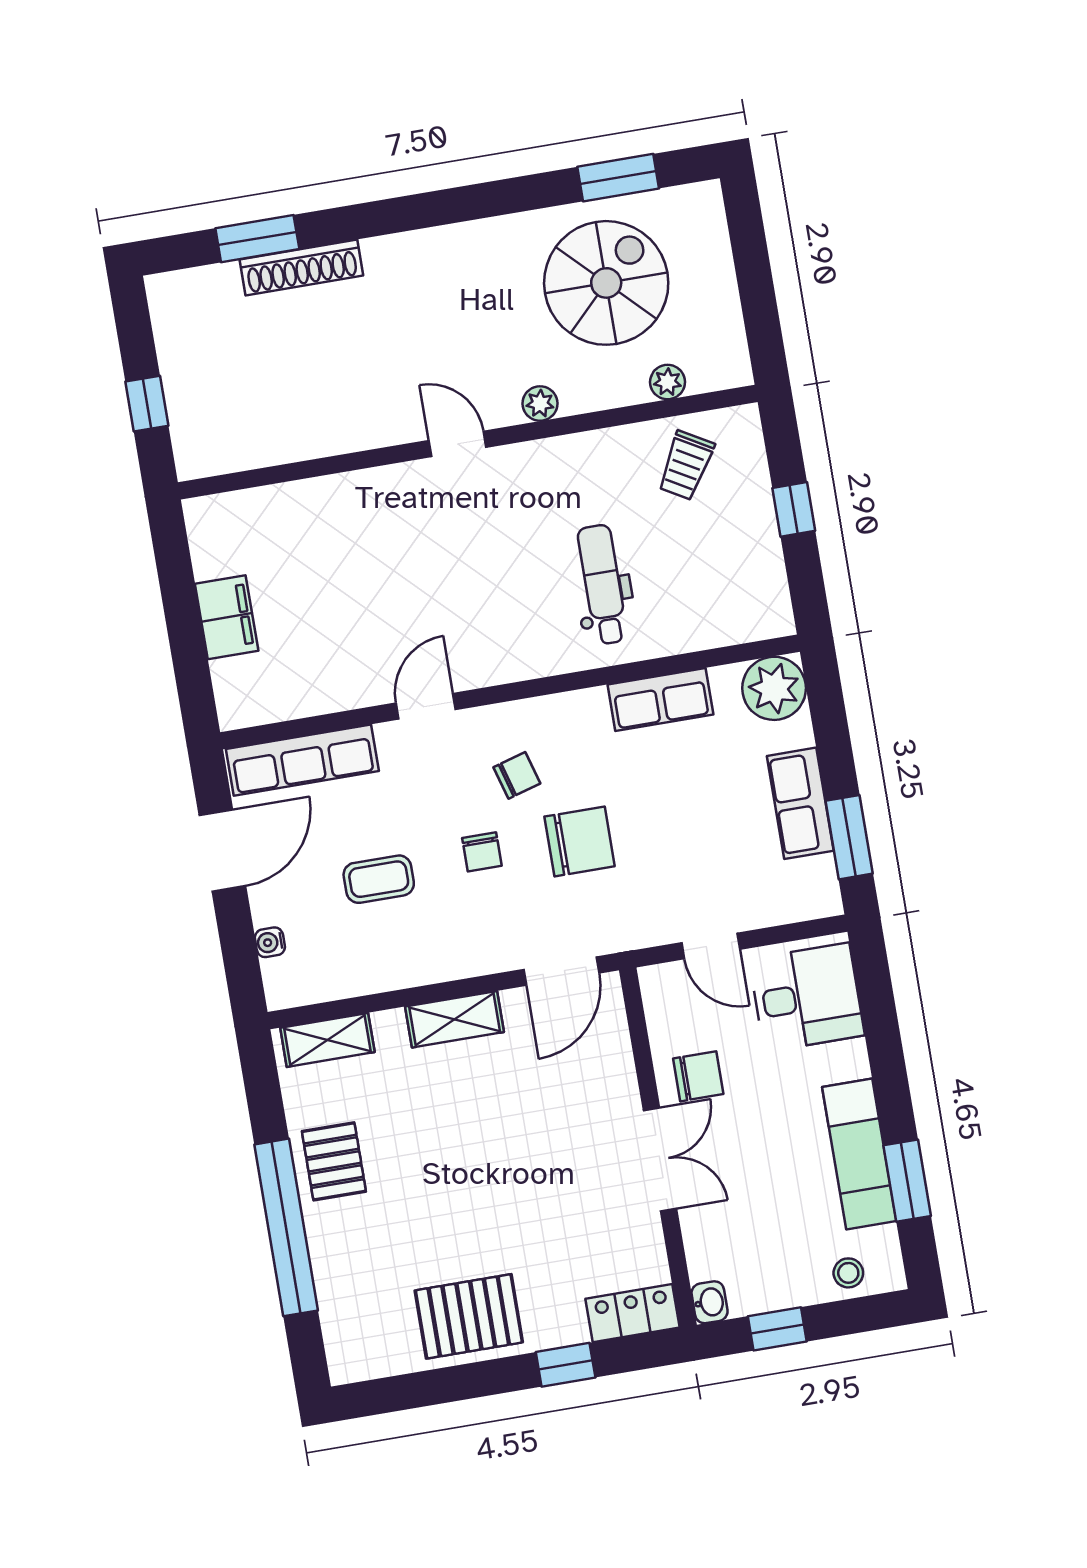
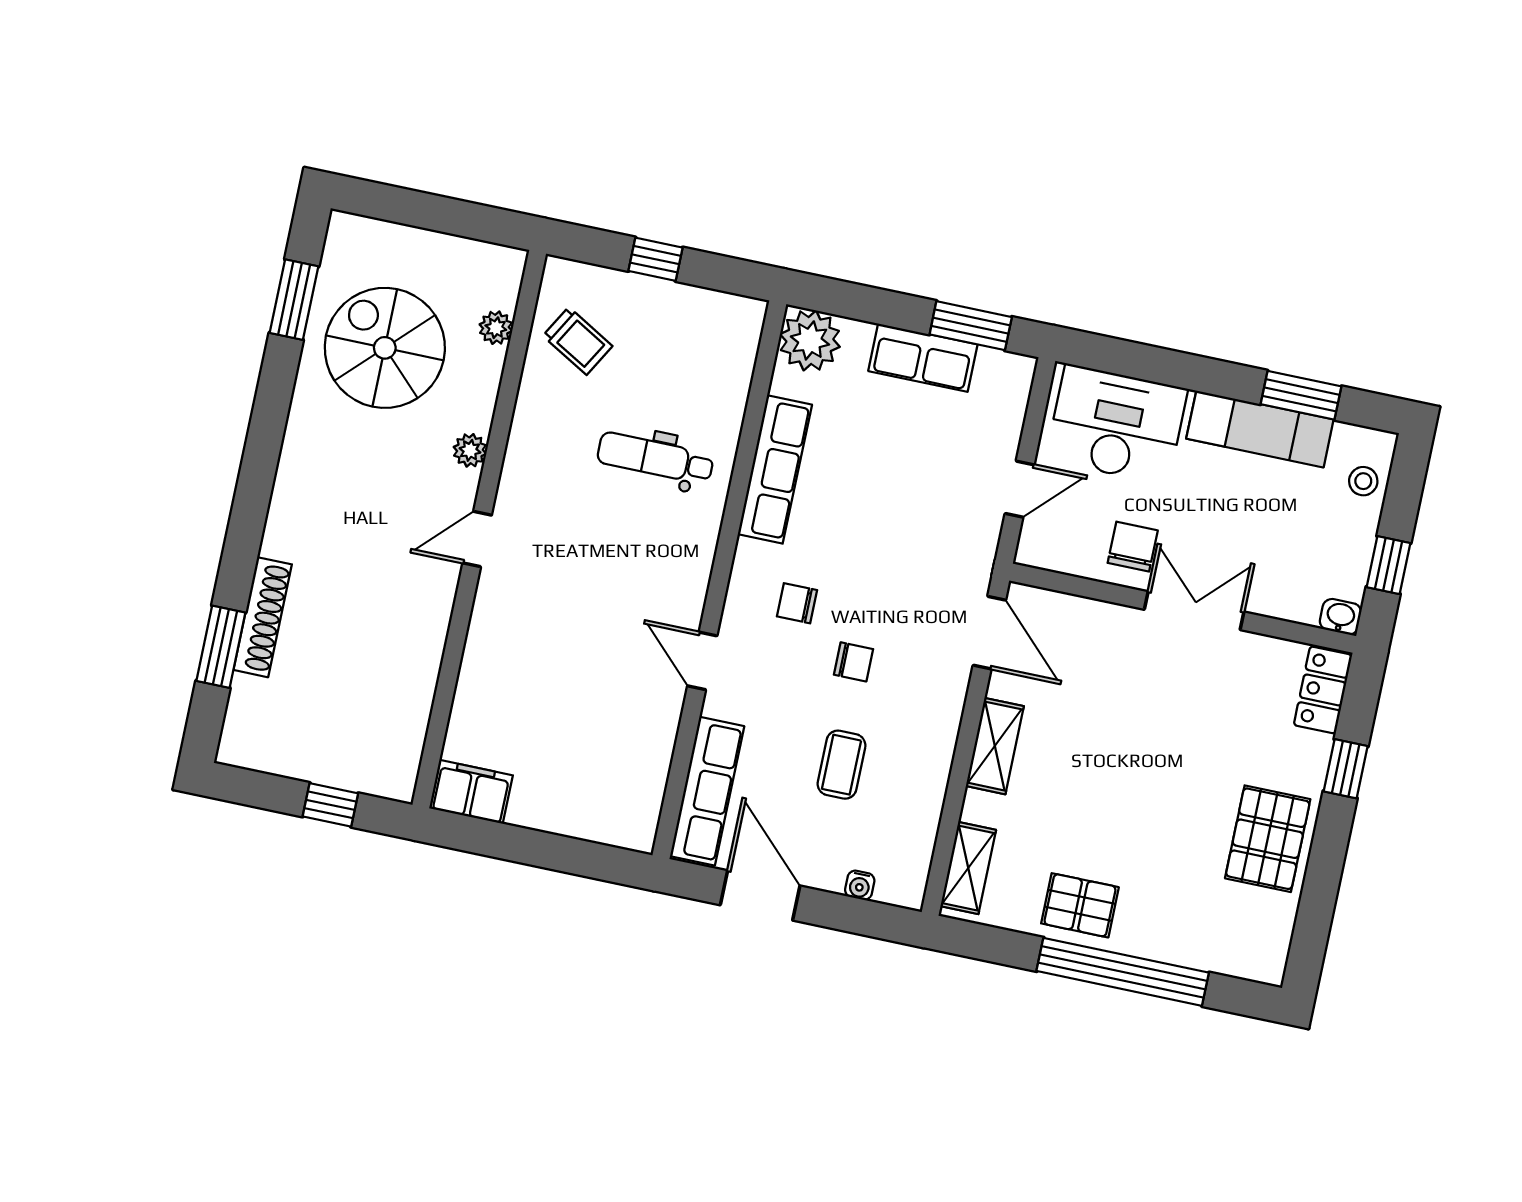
filing cabinet: (227, 617) -> (471, 792), moved
row of seats: (660, 699) -> (775, 469), width x1.48
chair: (517, 775) -> (797, 603), turned -74
chair: (580, 841) -> (879, 570), removed
desk: (807, 997) -> (1117, 424), width x1.37

